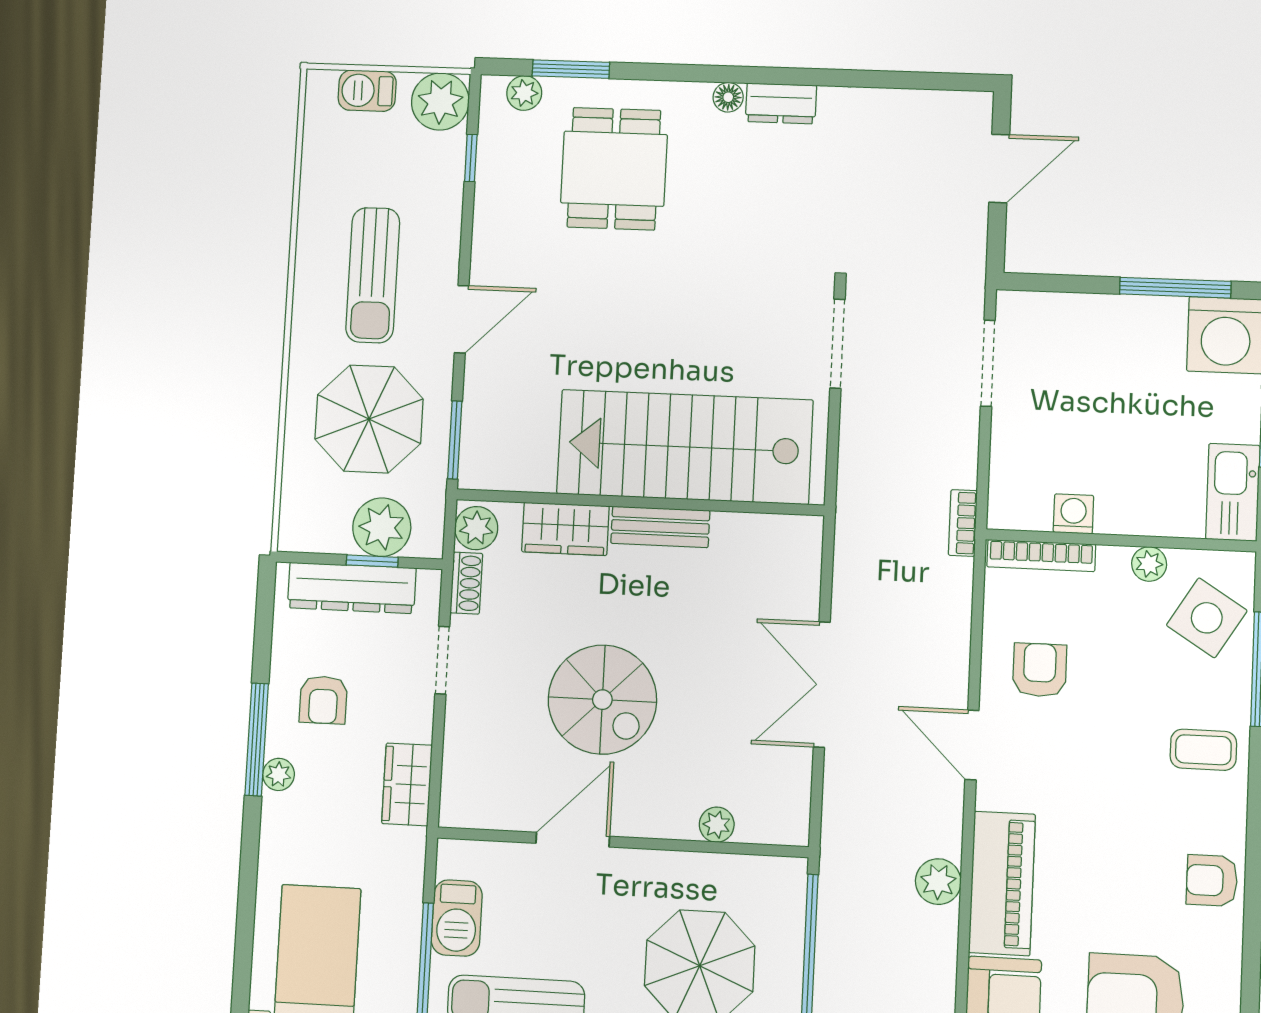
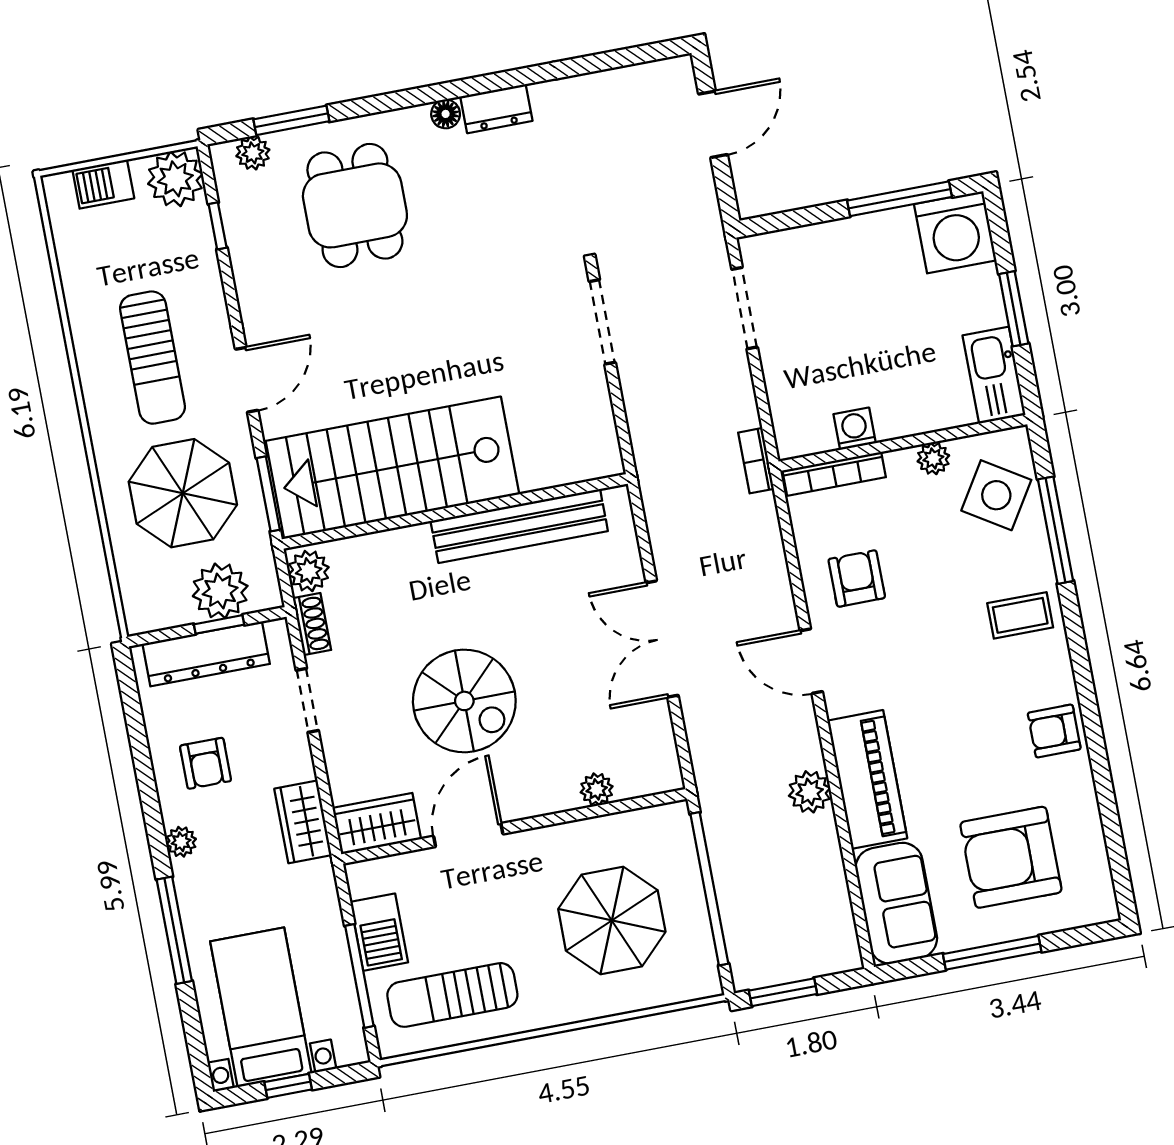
stairs: (685, 447) -> (392, 468), moved
bench: (660, 527) -> (519, 526), width x1.86, depth x1.21
wardrobe: (565, 529) -> (377, 824), moved, turned 180
window: (257, 740) -> (174, 930), moved

